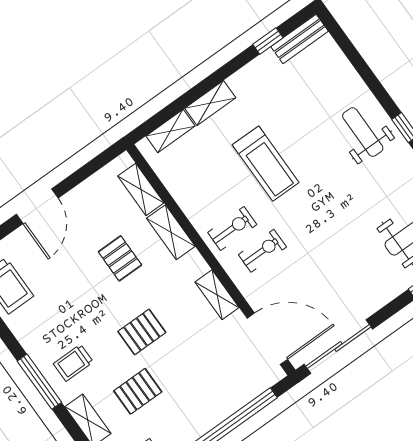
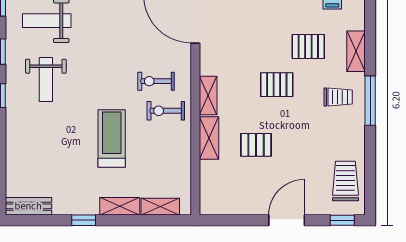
window: (268, 41) -> (84, 220), moved
weight bench: (363, 132) -> (46, 80), moved
shelving: (141, 189) -> (209, 181), removed
pallet: (120, 258) -> (256, 145), turned 90
shelving: (217, 295) -> (208, 96), moved

